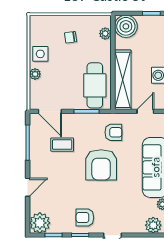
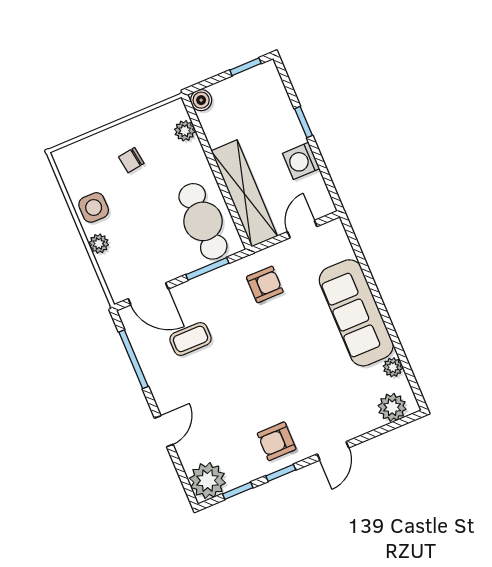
boiler: (126, 26) -> (201, 100), width x0.54, depth x0.54
armchair: (101, 165) -> (267, 345), removed

